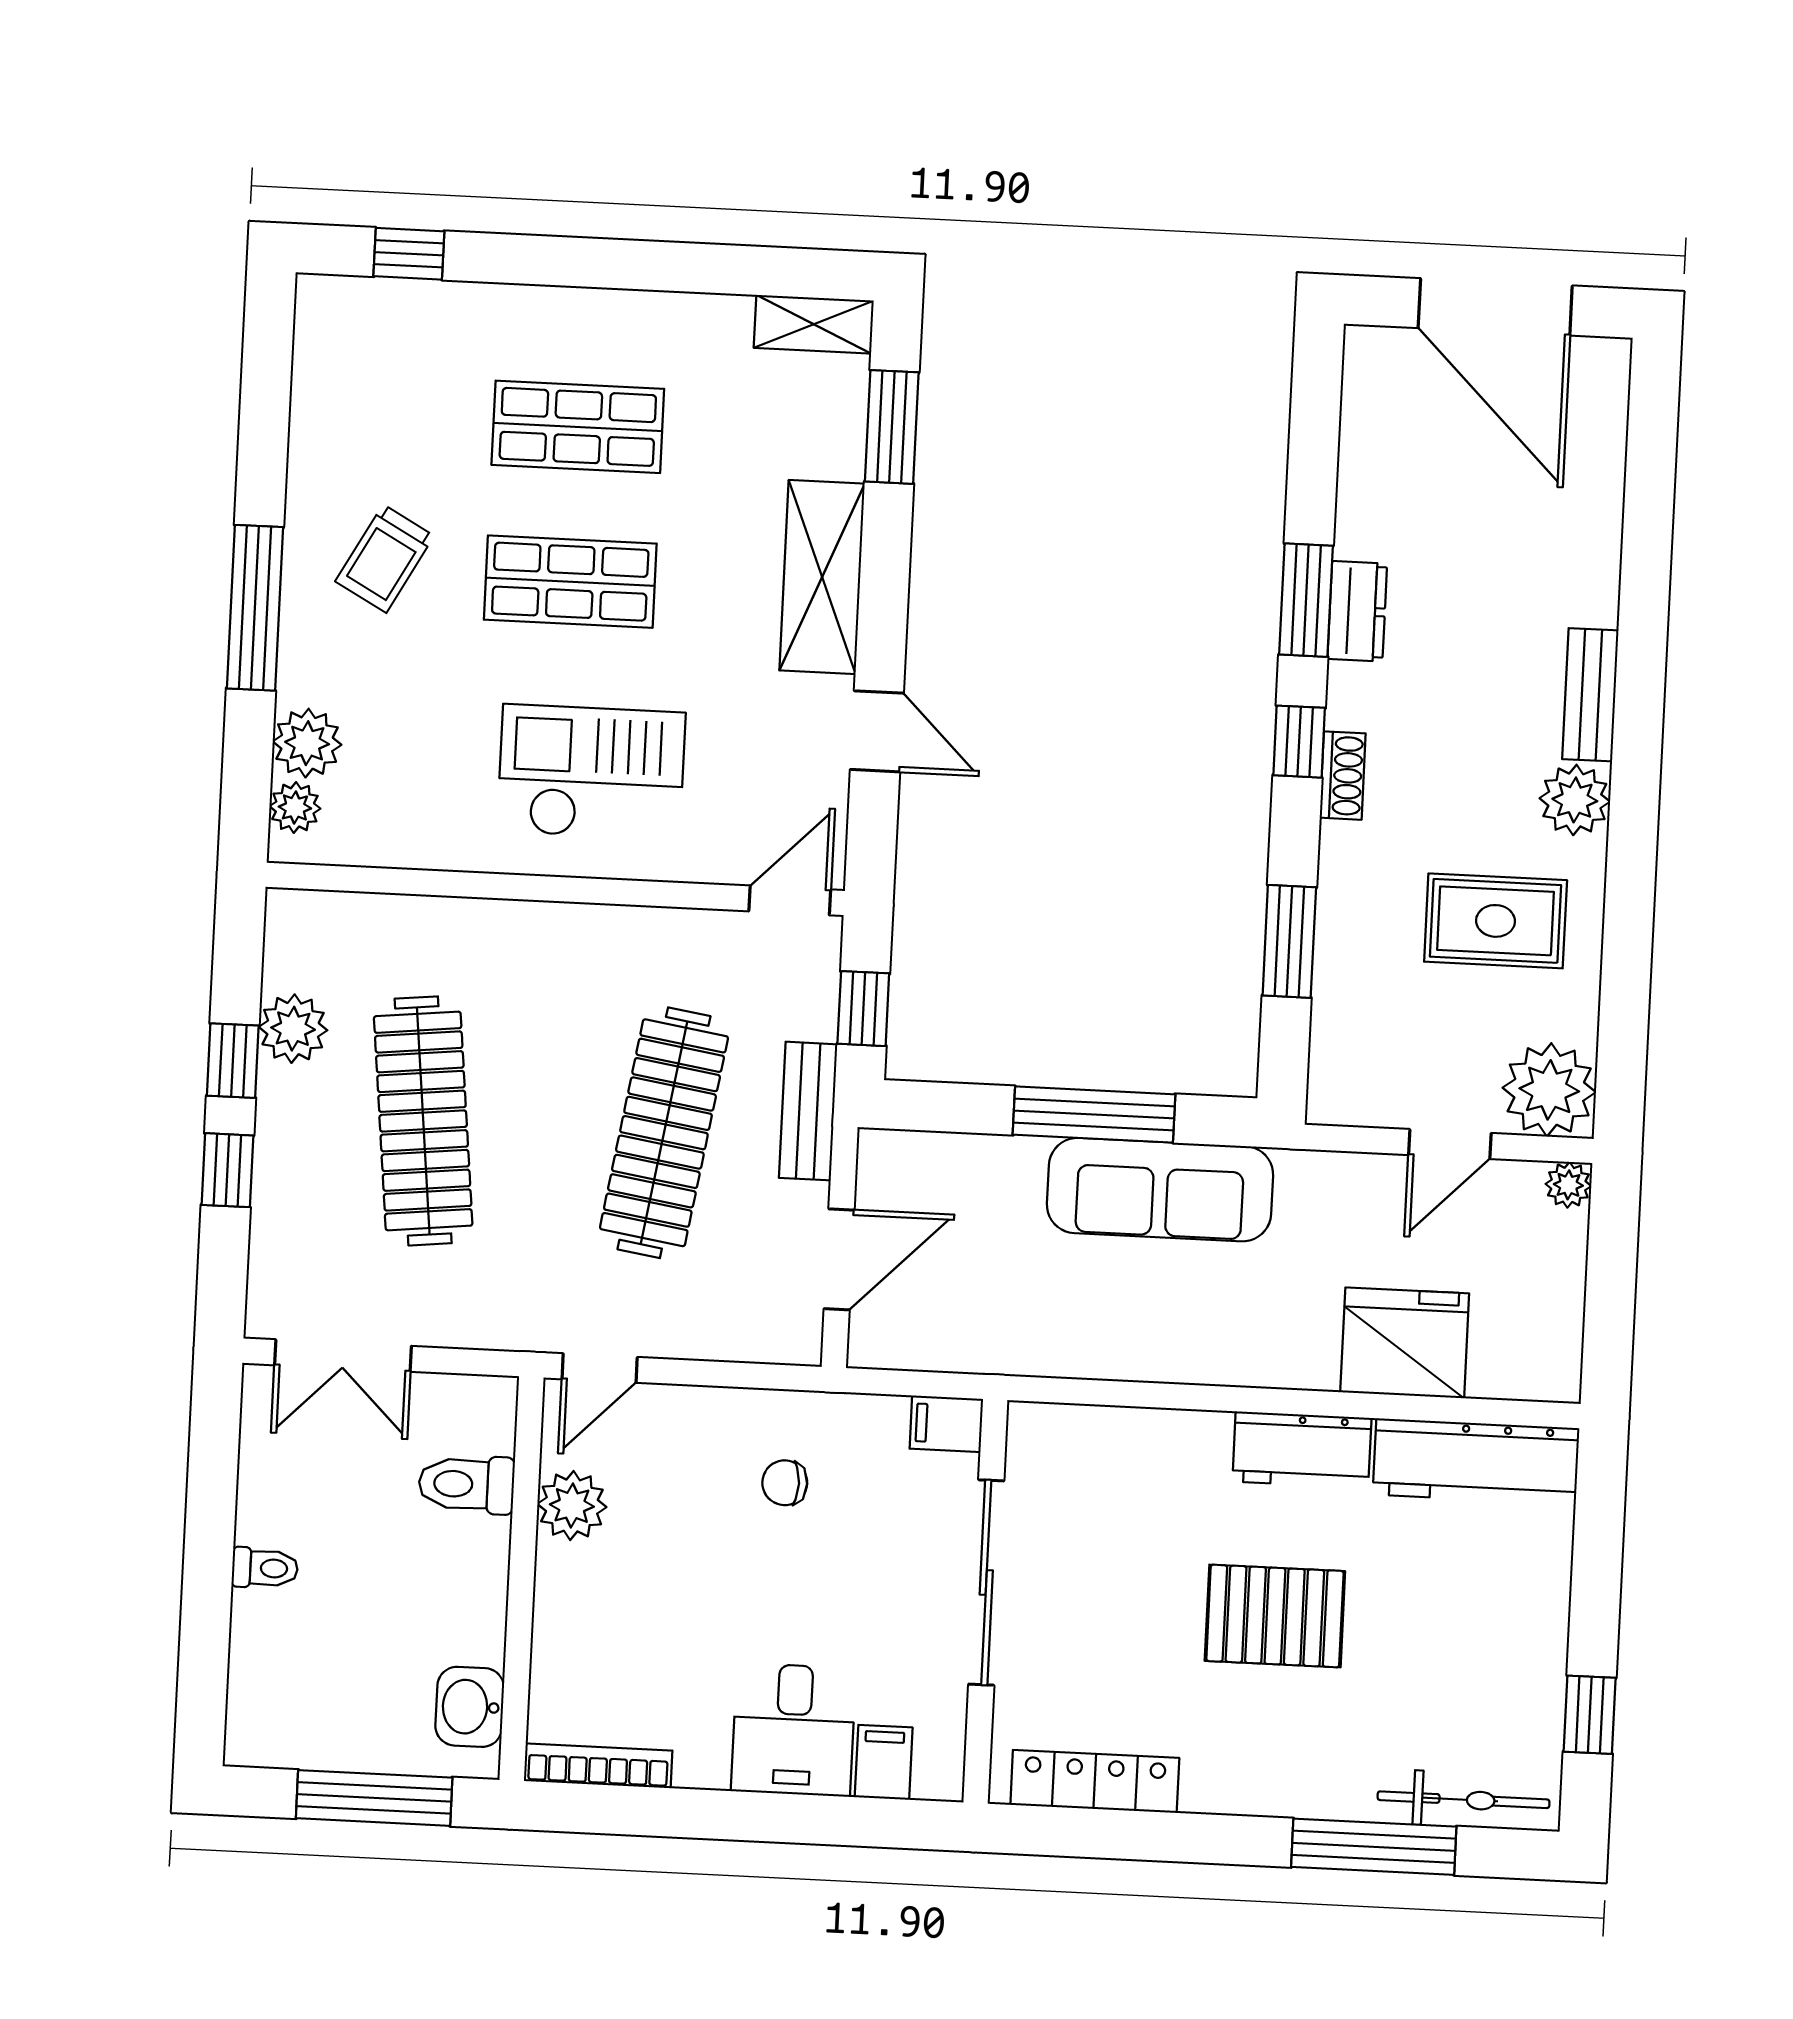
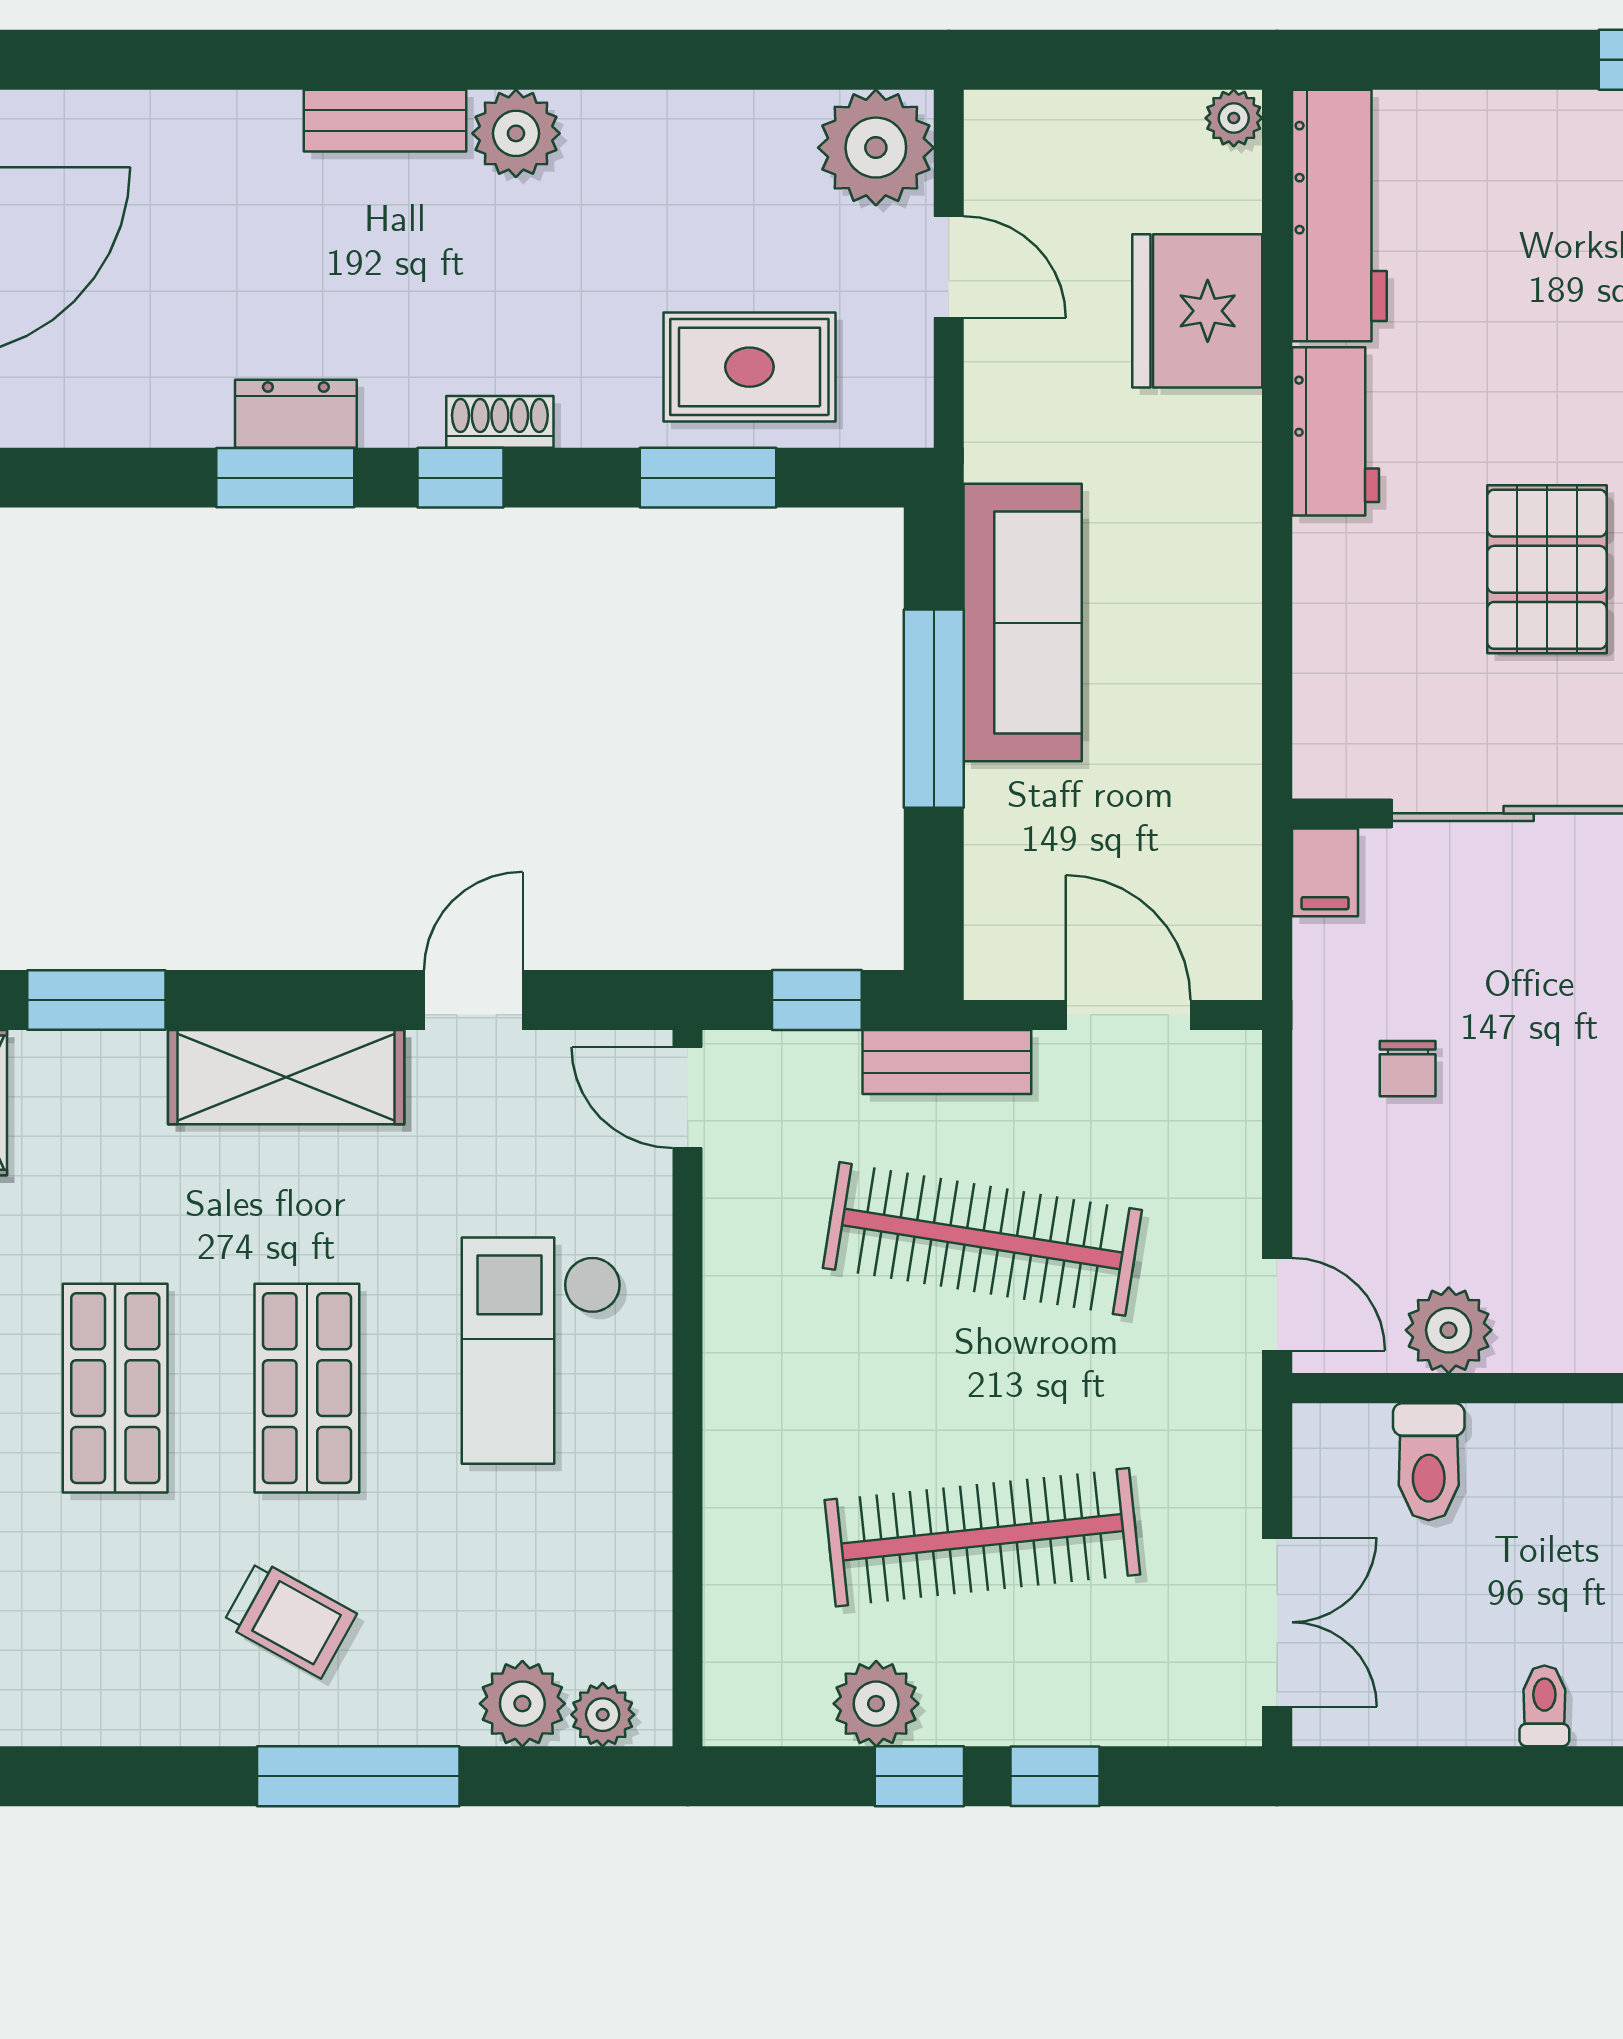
rug: (1496, 921) -> (749, 367), moved, turned 90
plant: (1568, 1185) -> (1234, 118), moved
pallet: (1275, 1616) -> (1547, 569), moved

